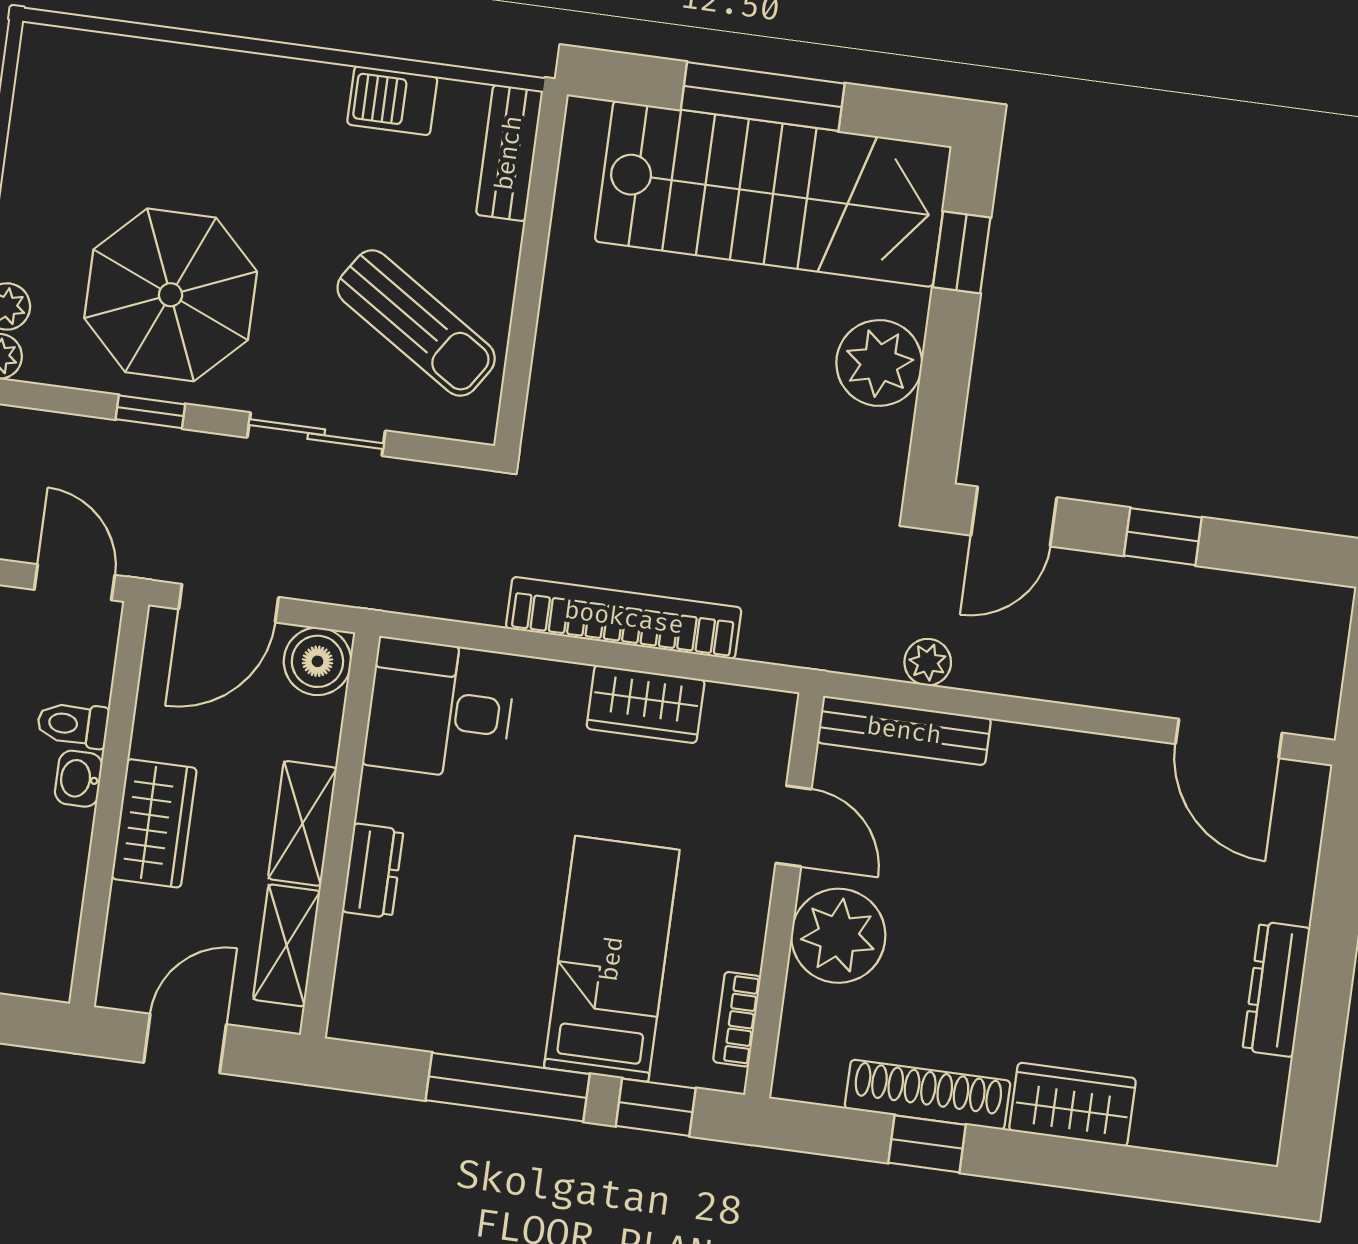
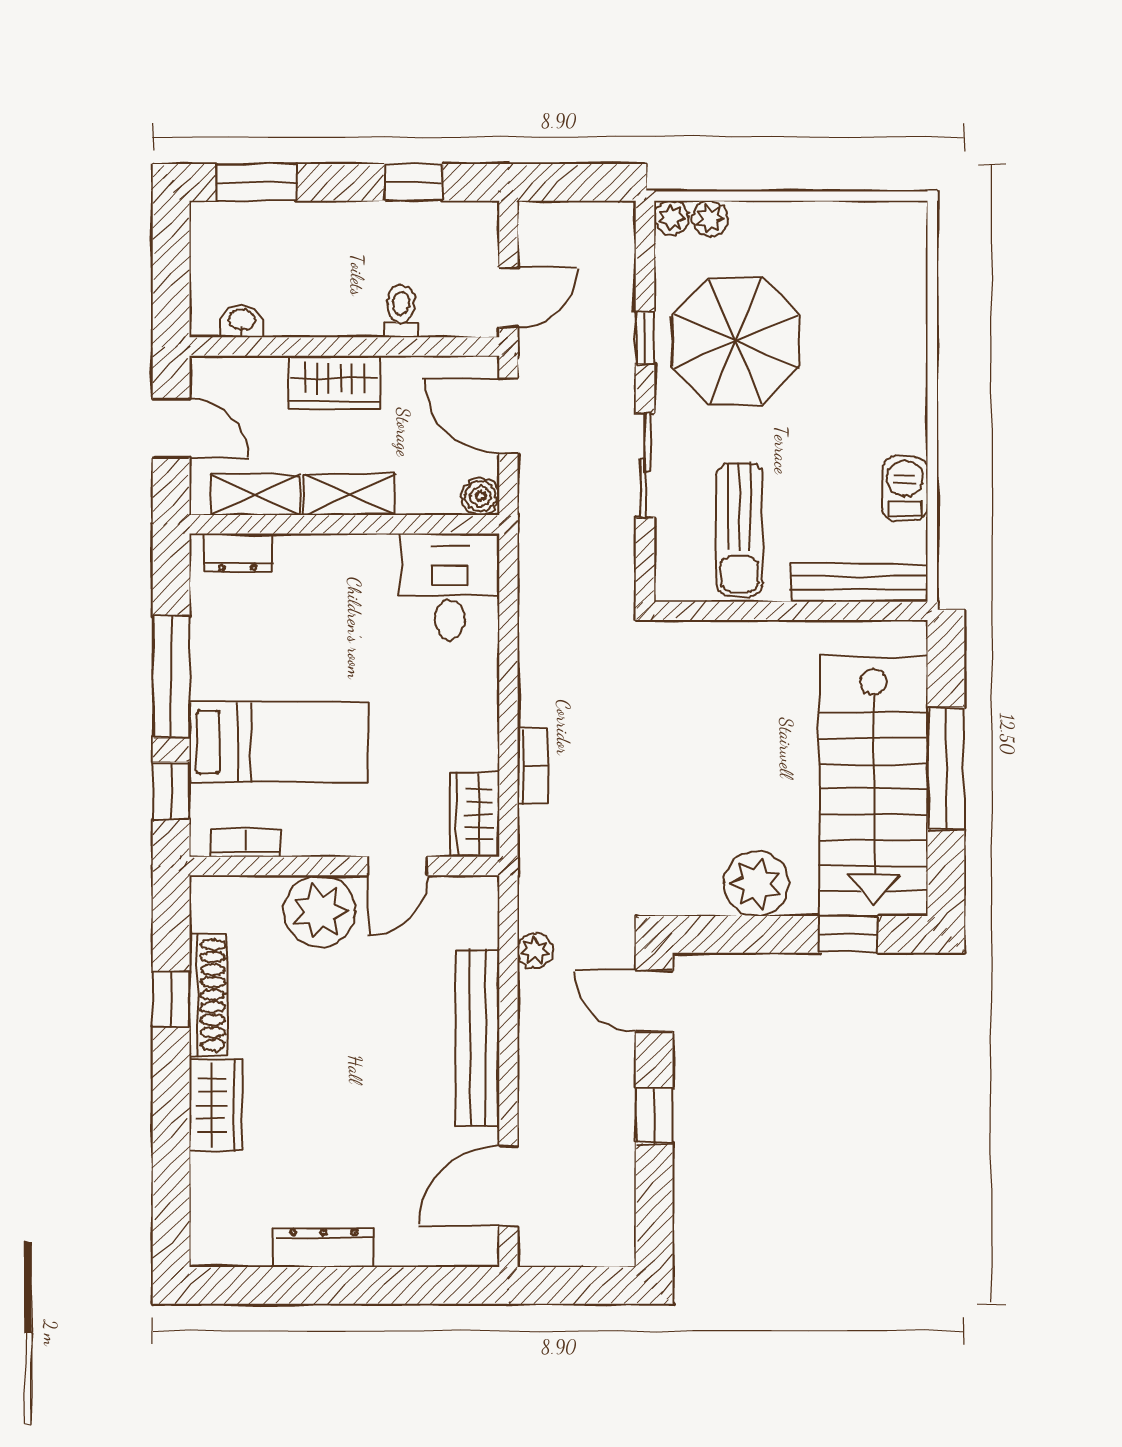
bench: (509, 153) -> (859, 583), width x1.36
sun lounger: (416, 323) -> (739, 529), turned -33
bookcase: (624, 618) -> (533, 766), width x0.43, depth x0.76
boiler: (317, 661) -> (480, 496), width x0.73, depth x0.73
wardrobe: (646, 704) -> (475, 815), moved
bench: (904, 731) -> (477, 1038), moved, width x1.37, depth x1.21
washbasin: (79, 779) -> (242, 321), moved
dresser: (373, 871) -> (238, 553), moved

